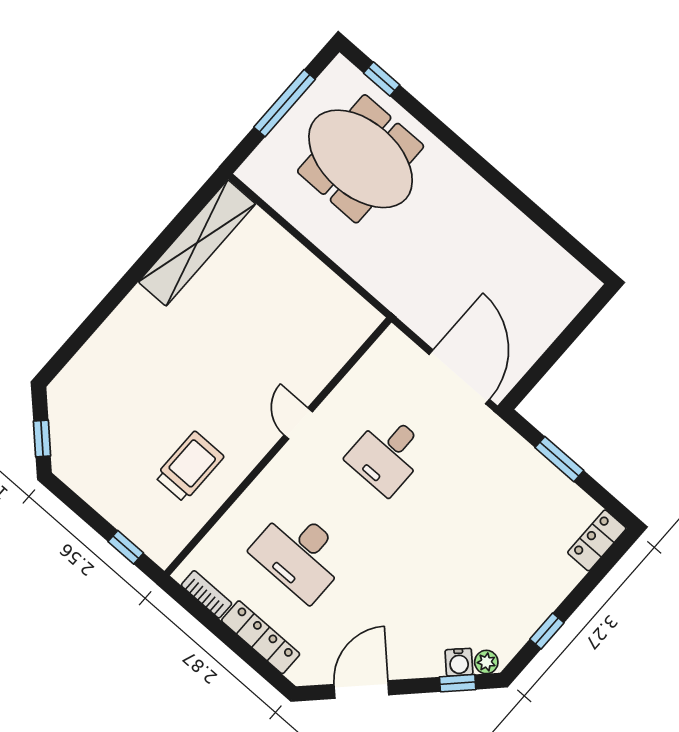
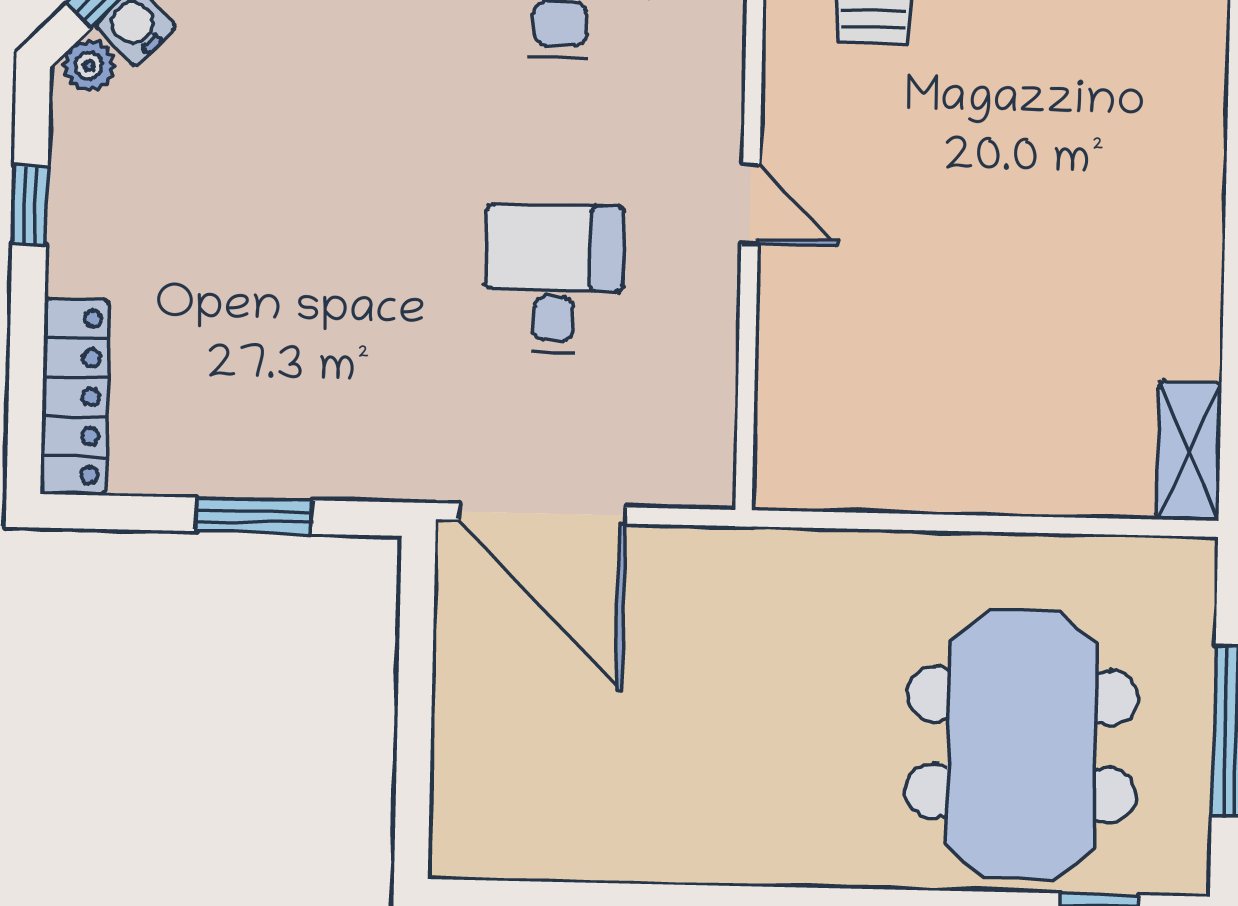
meeting table: (361, 159) -> (1022, 745), turned 90
shelving: (197, 243) -> (1189, 451), width x0.45, depth x0.75
locker: (597, 540) -> (75, 397), width x1.53

